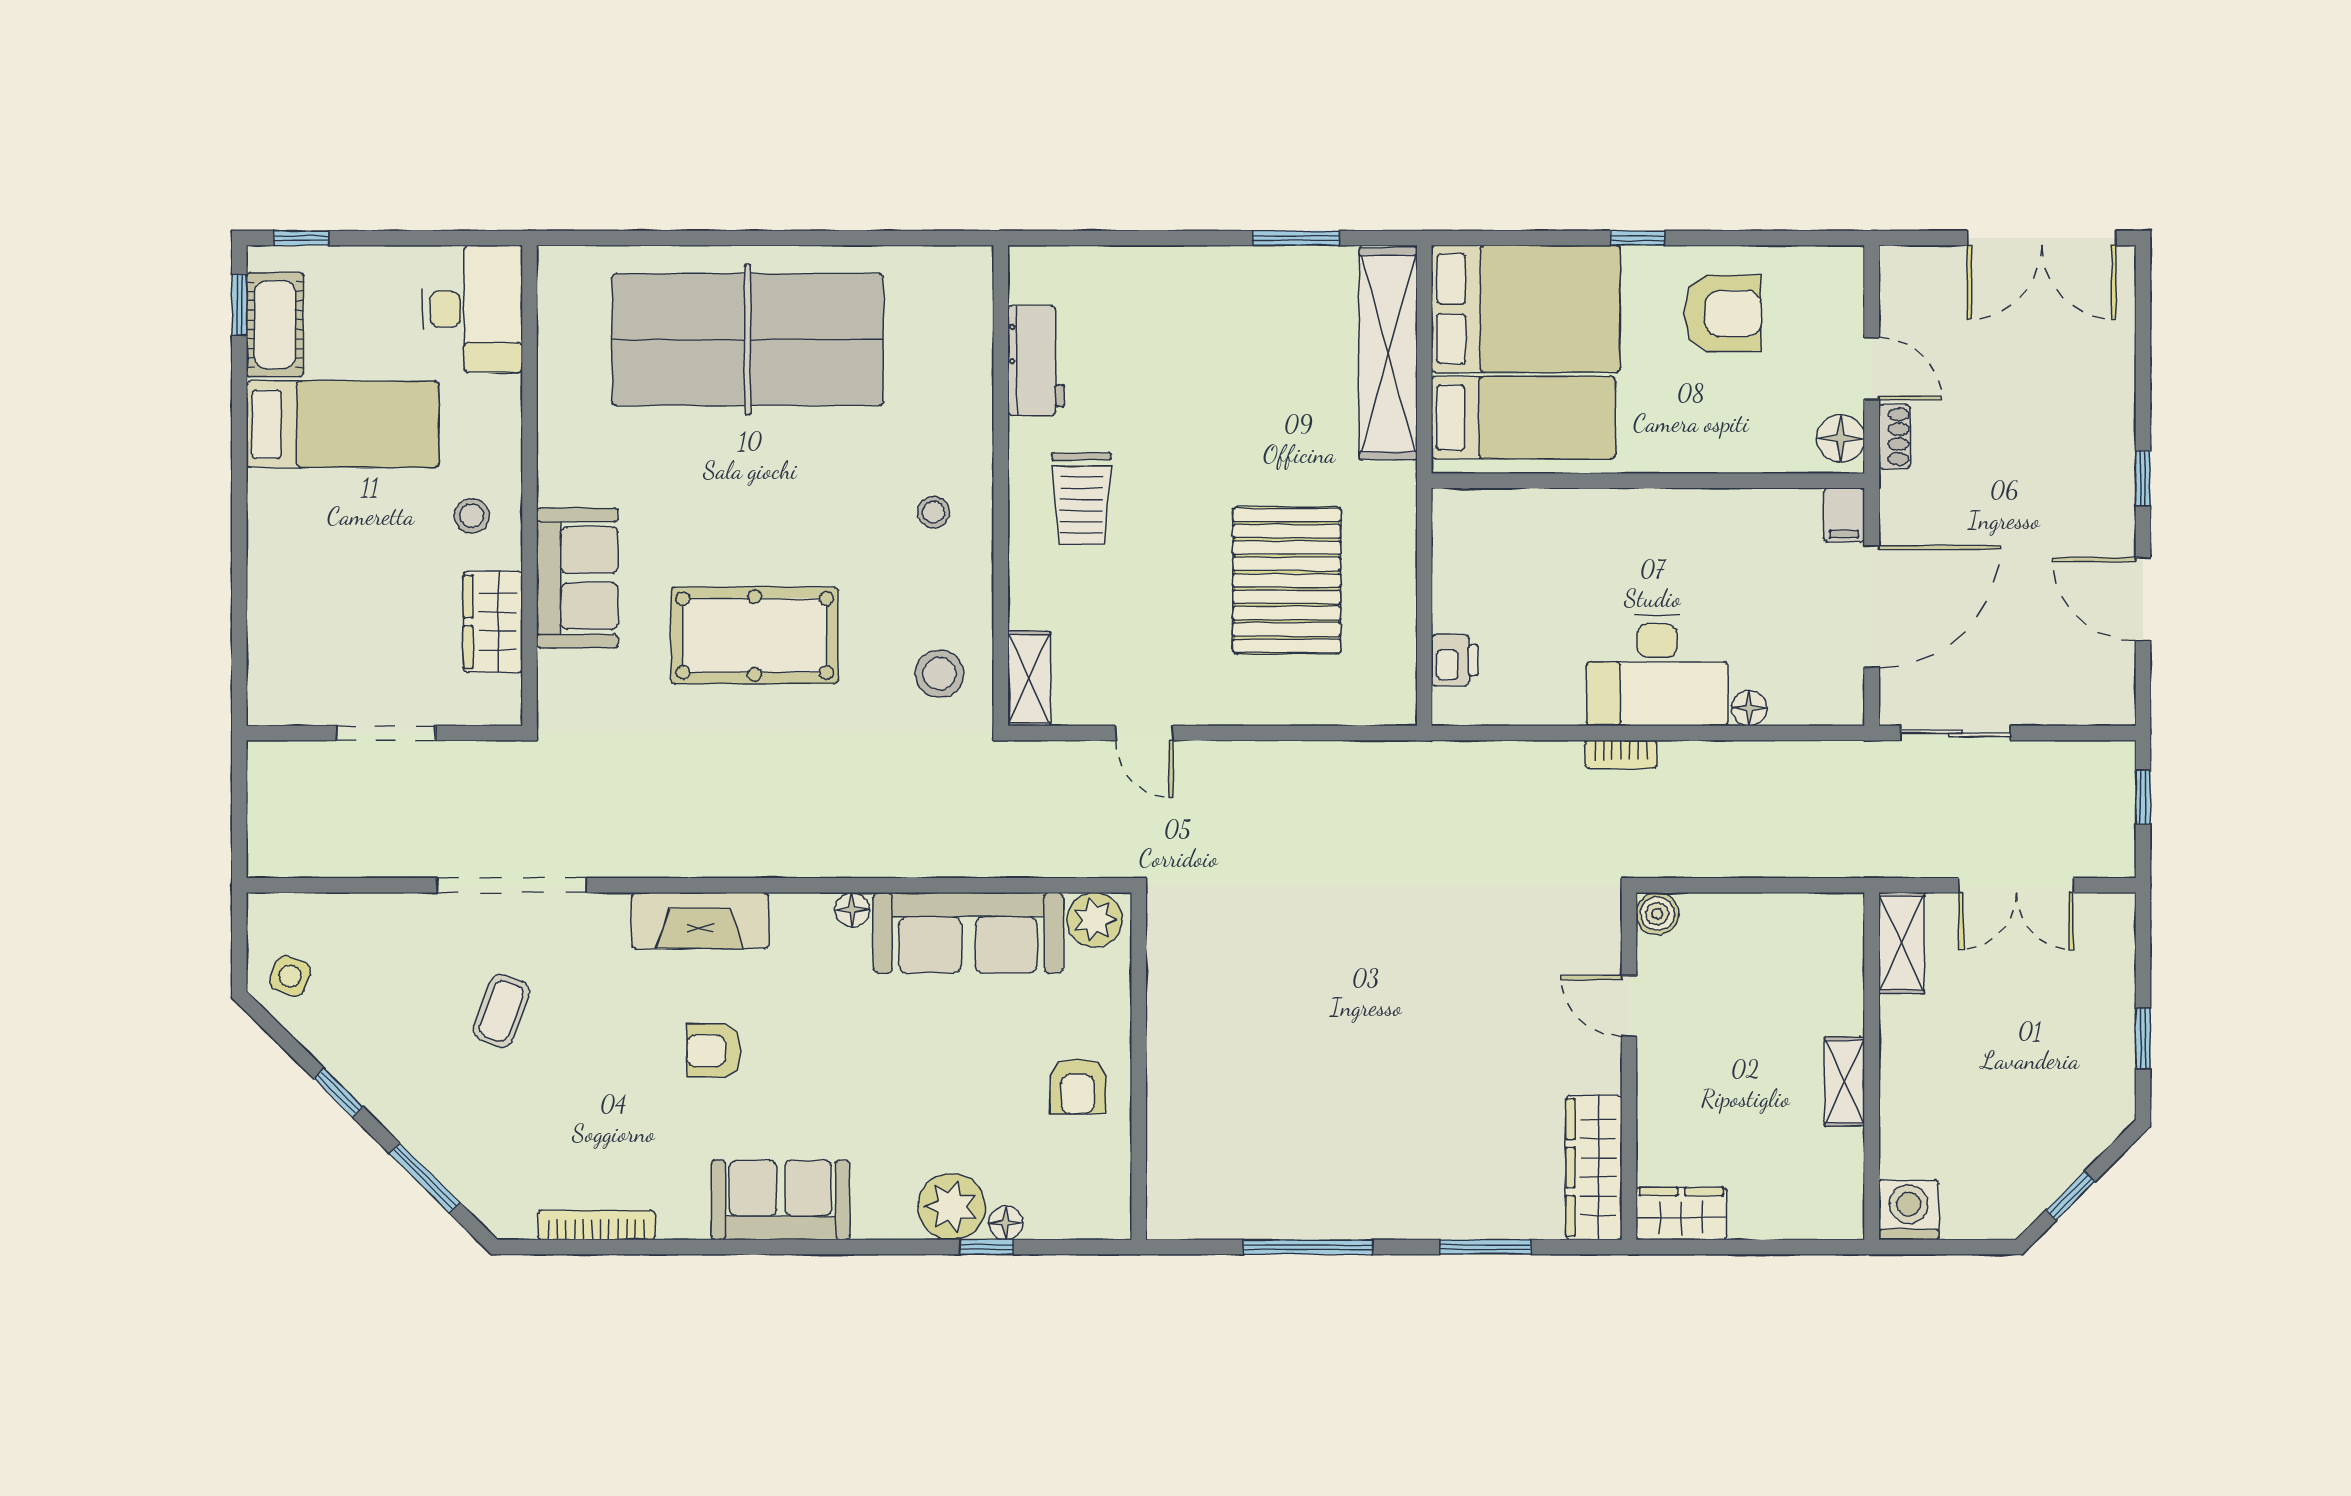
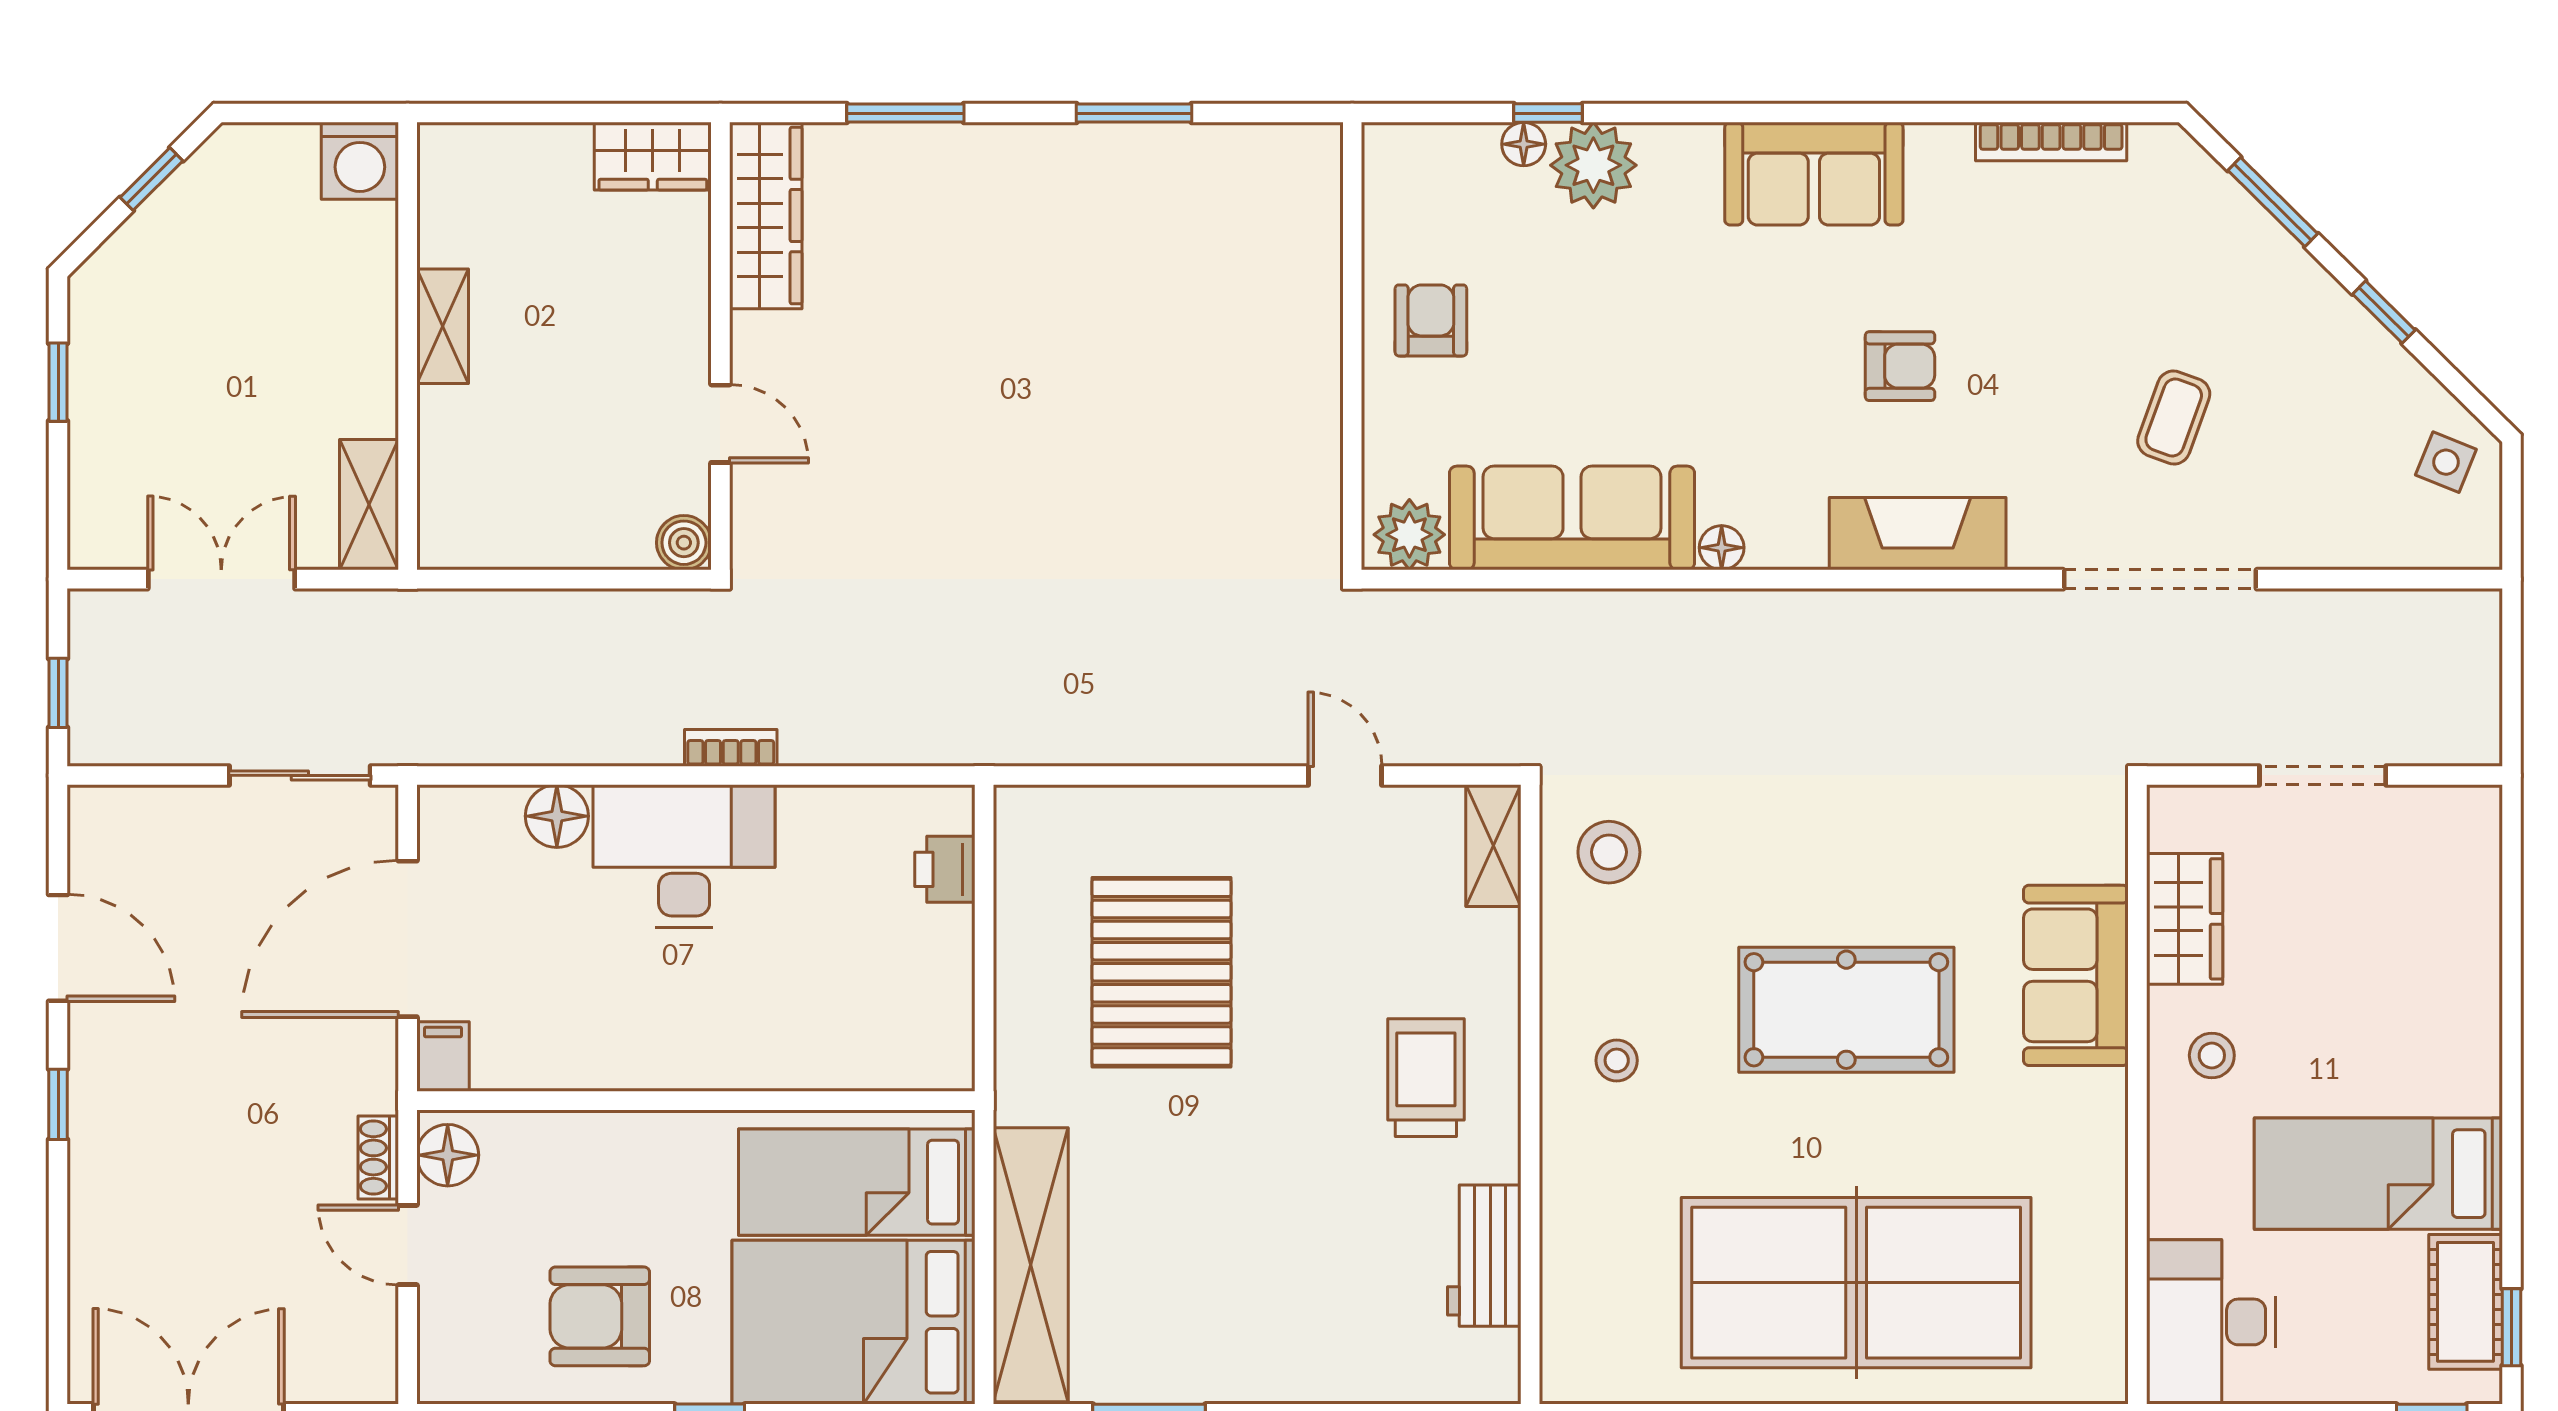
pool table: (755, 636) -> (1846, 1010), moved
floor lamp: (1749, 708) -> (557, 816), width x1.37, depth x1.37
window: (1308, 1247) -> (1134, 113), width x0.69

